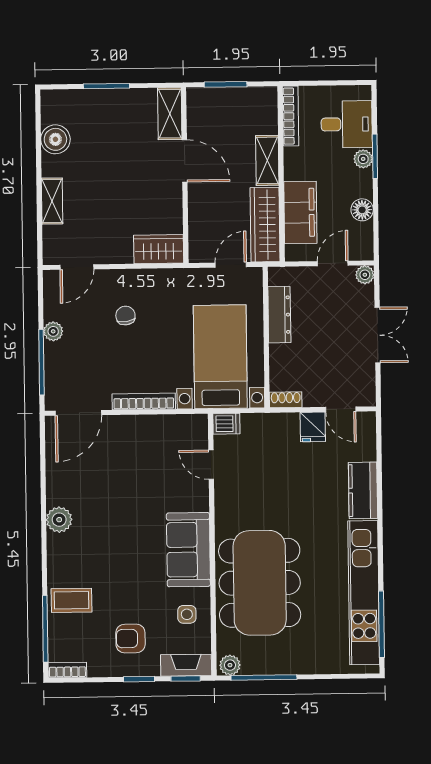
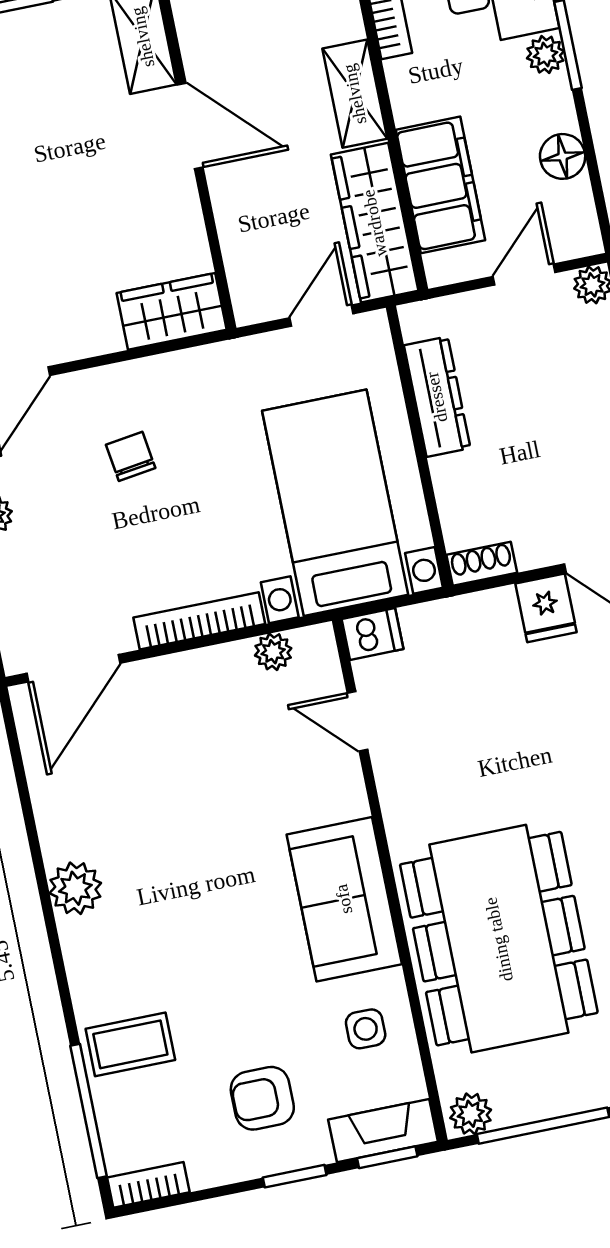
plant: (177, 423) -> (273, 652), added

